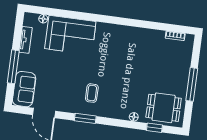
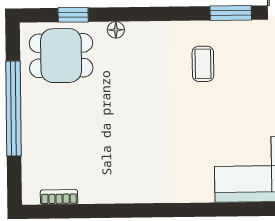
window: (192, 84) -> (13, 108), width x1.46
window: (85, 118) -> (231, 13), moved

